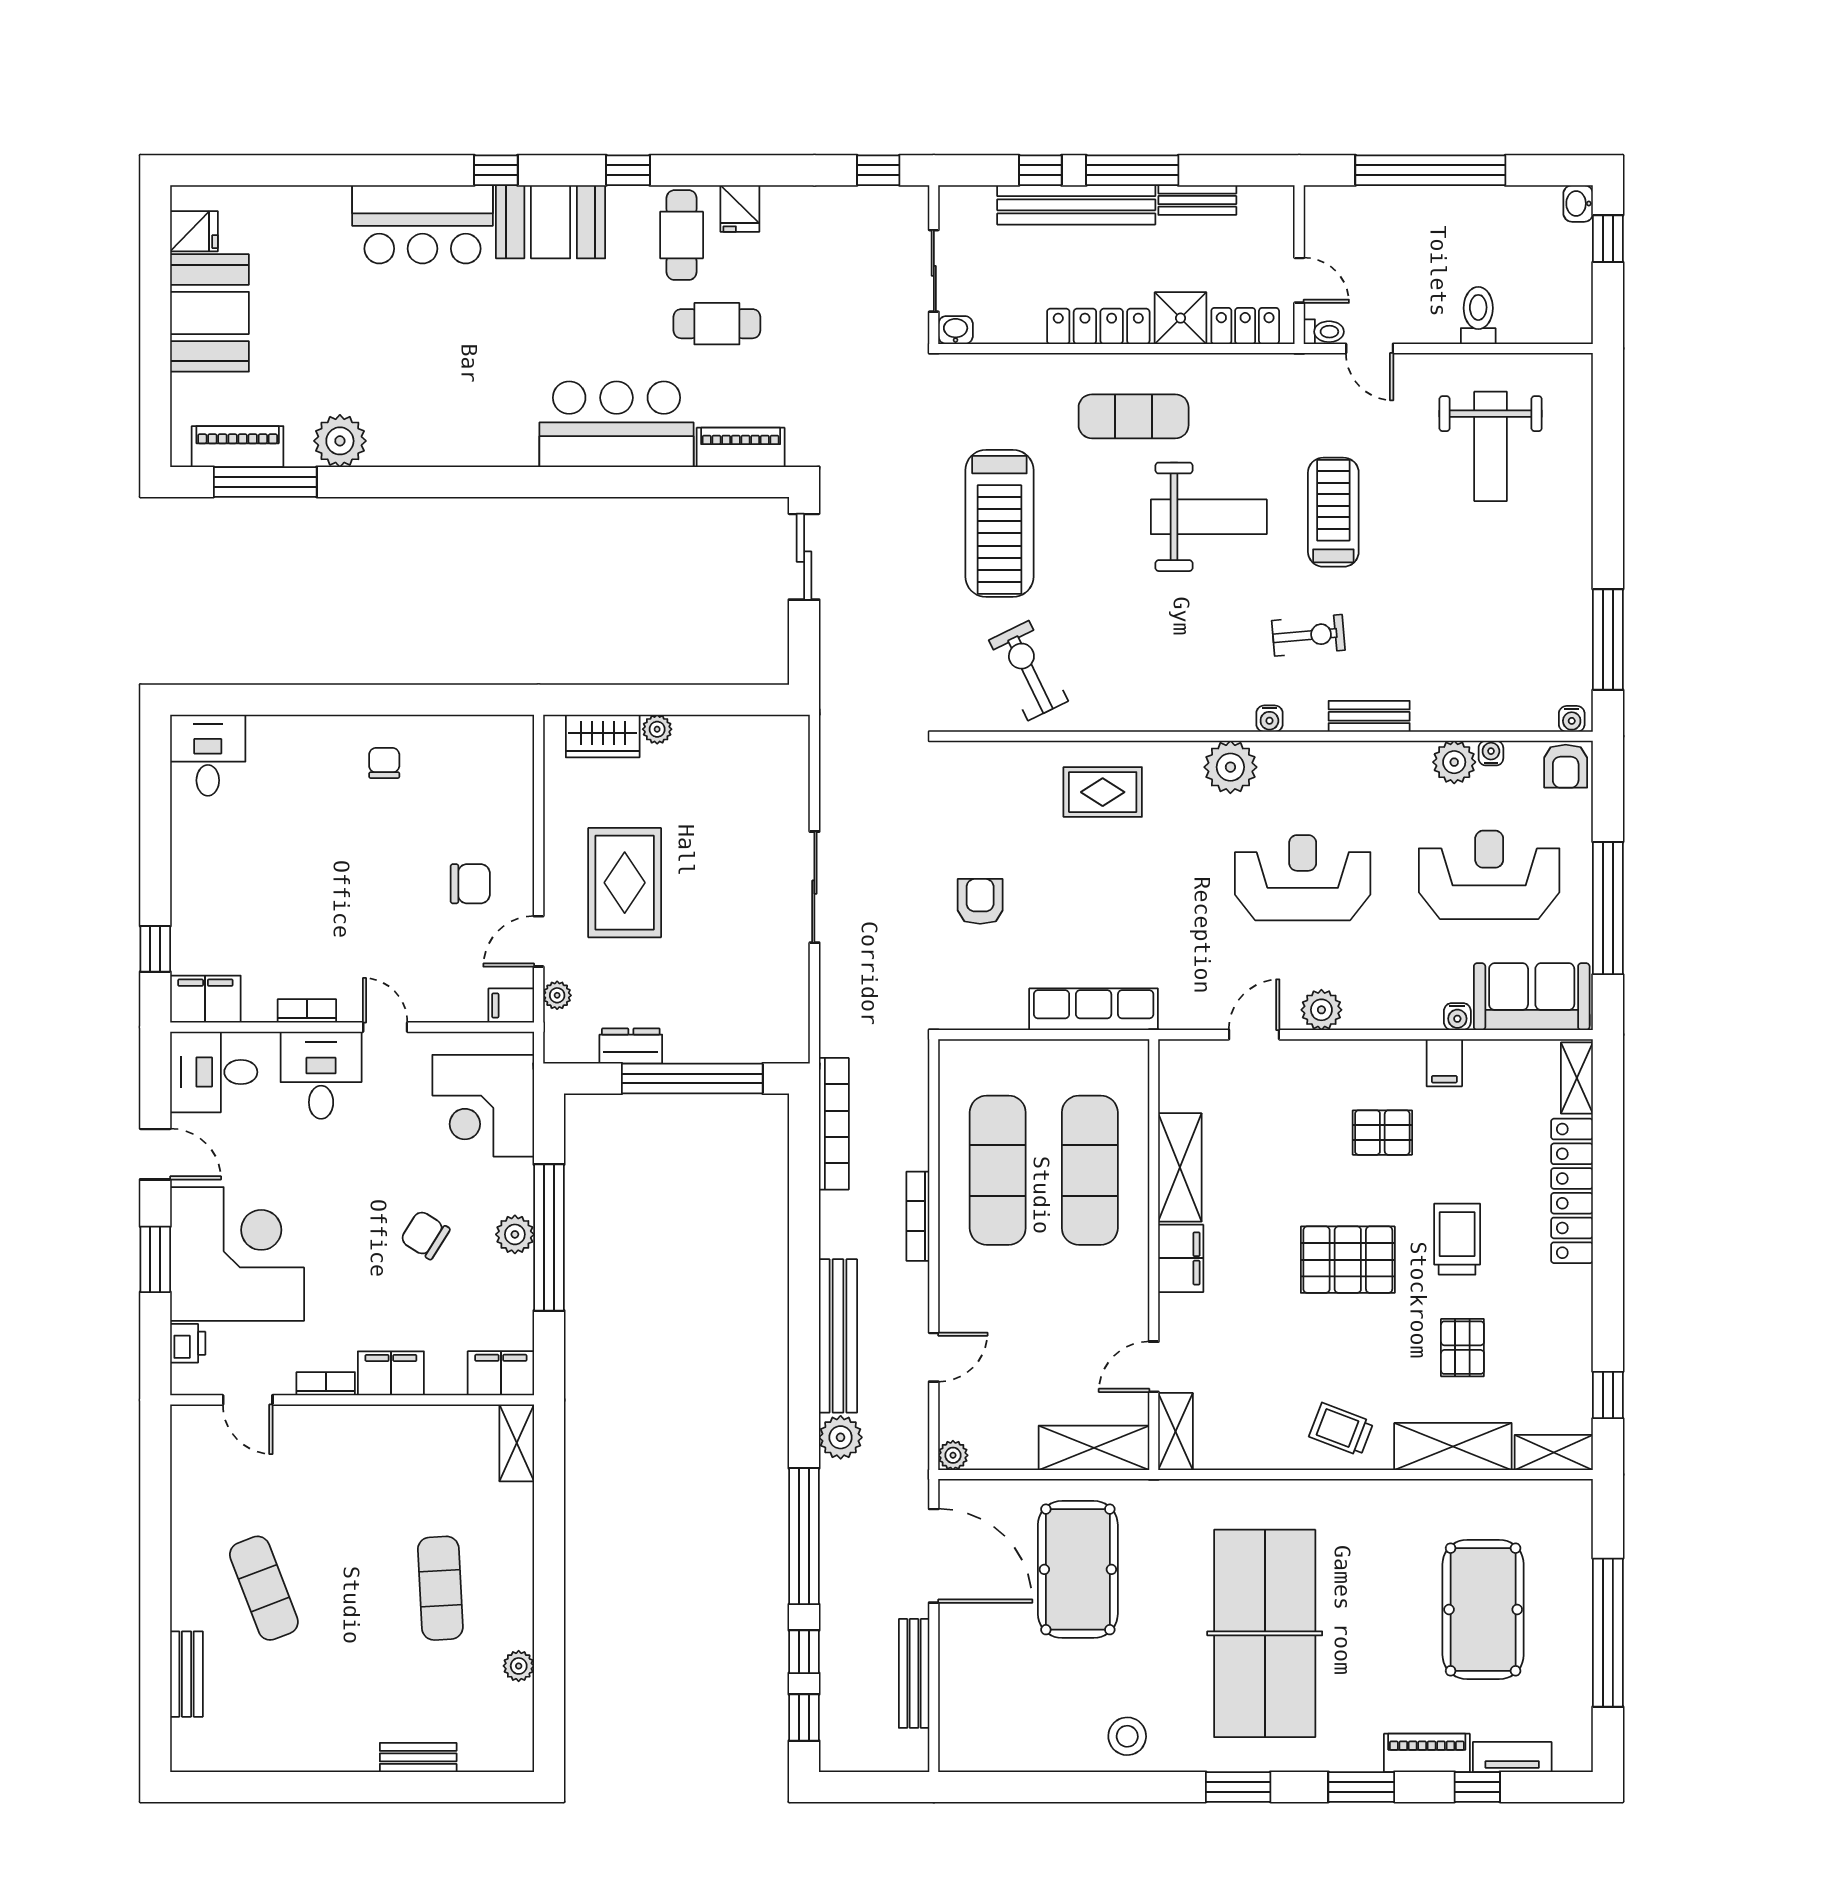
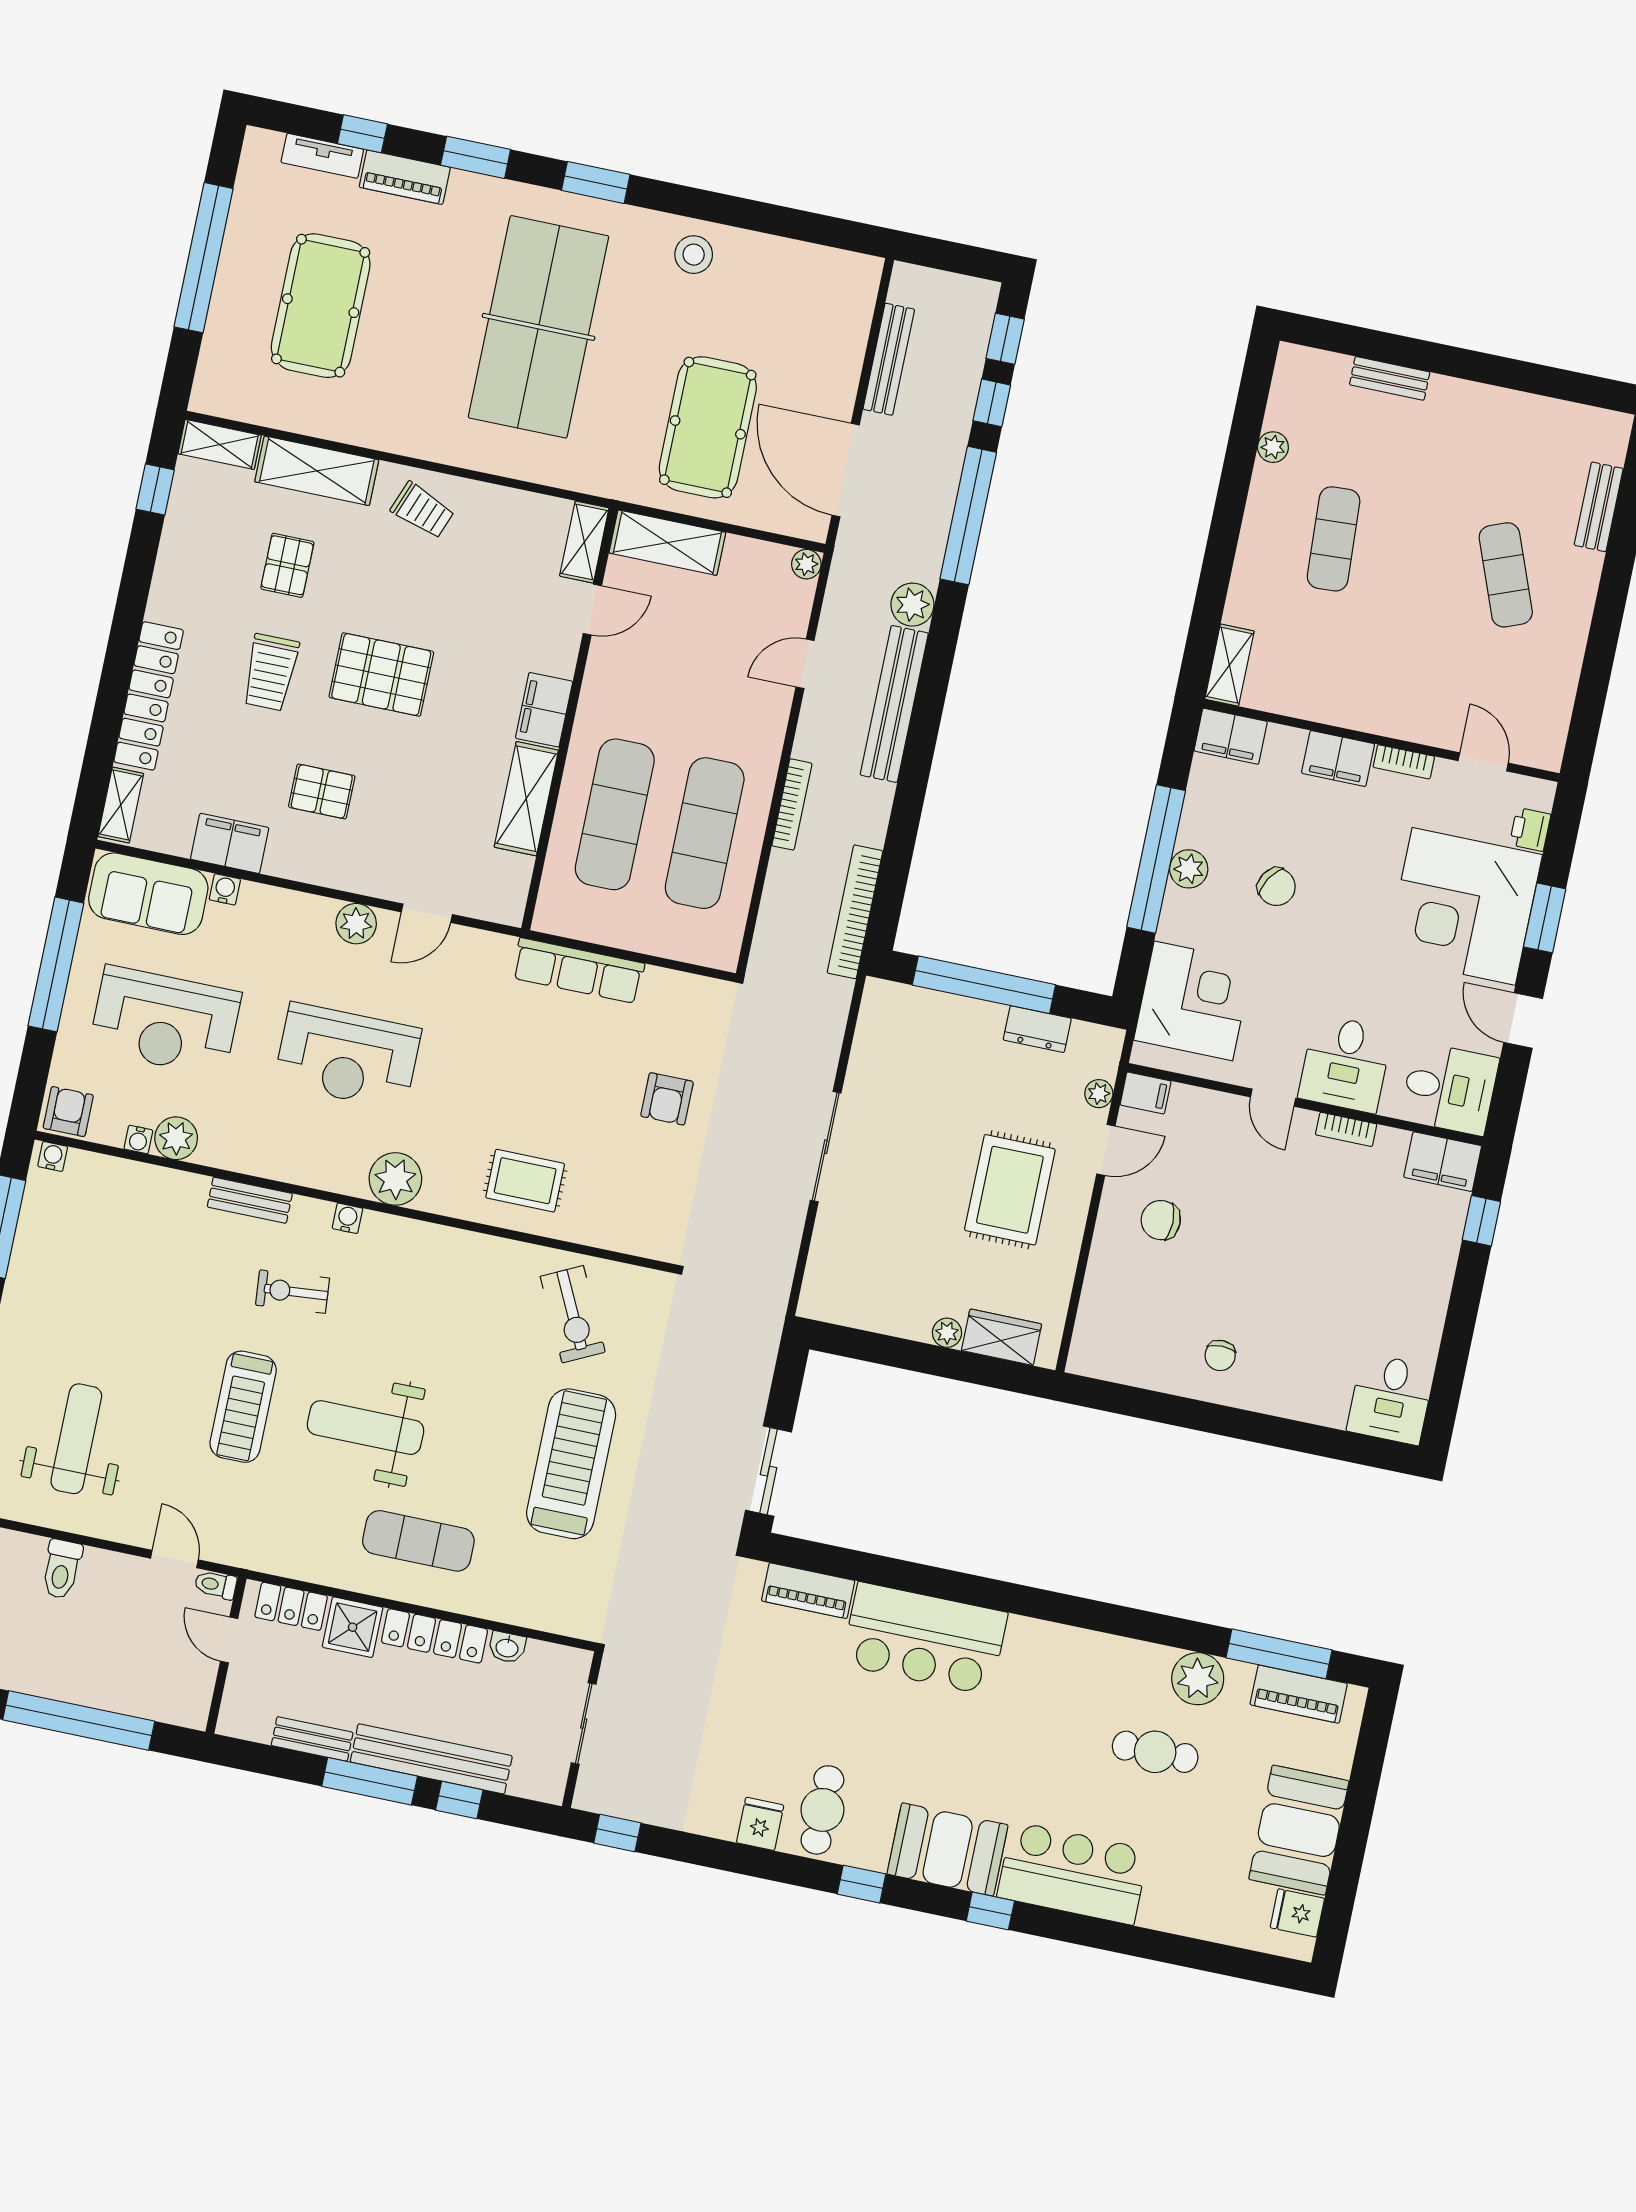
cafe table: (717, 324) -> (1155, 1752), moved
washbasin: (956, 330) -> (507, 1647), moved
filing cabinet: (1444, 1063) -> (230, 843), width x2.00

